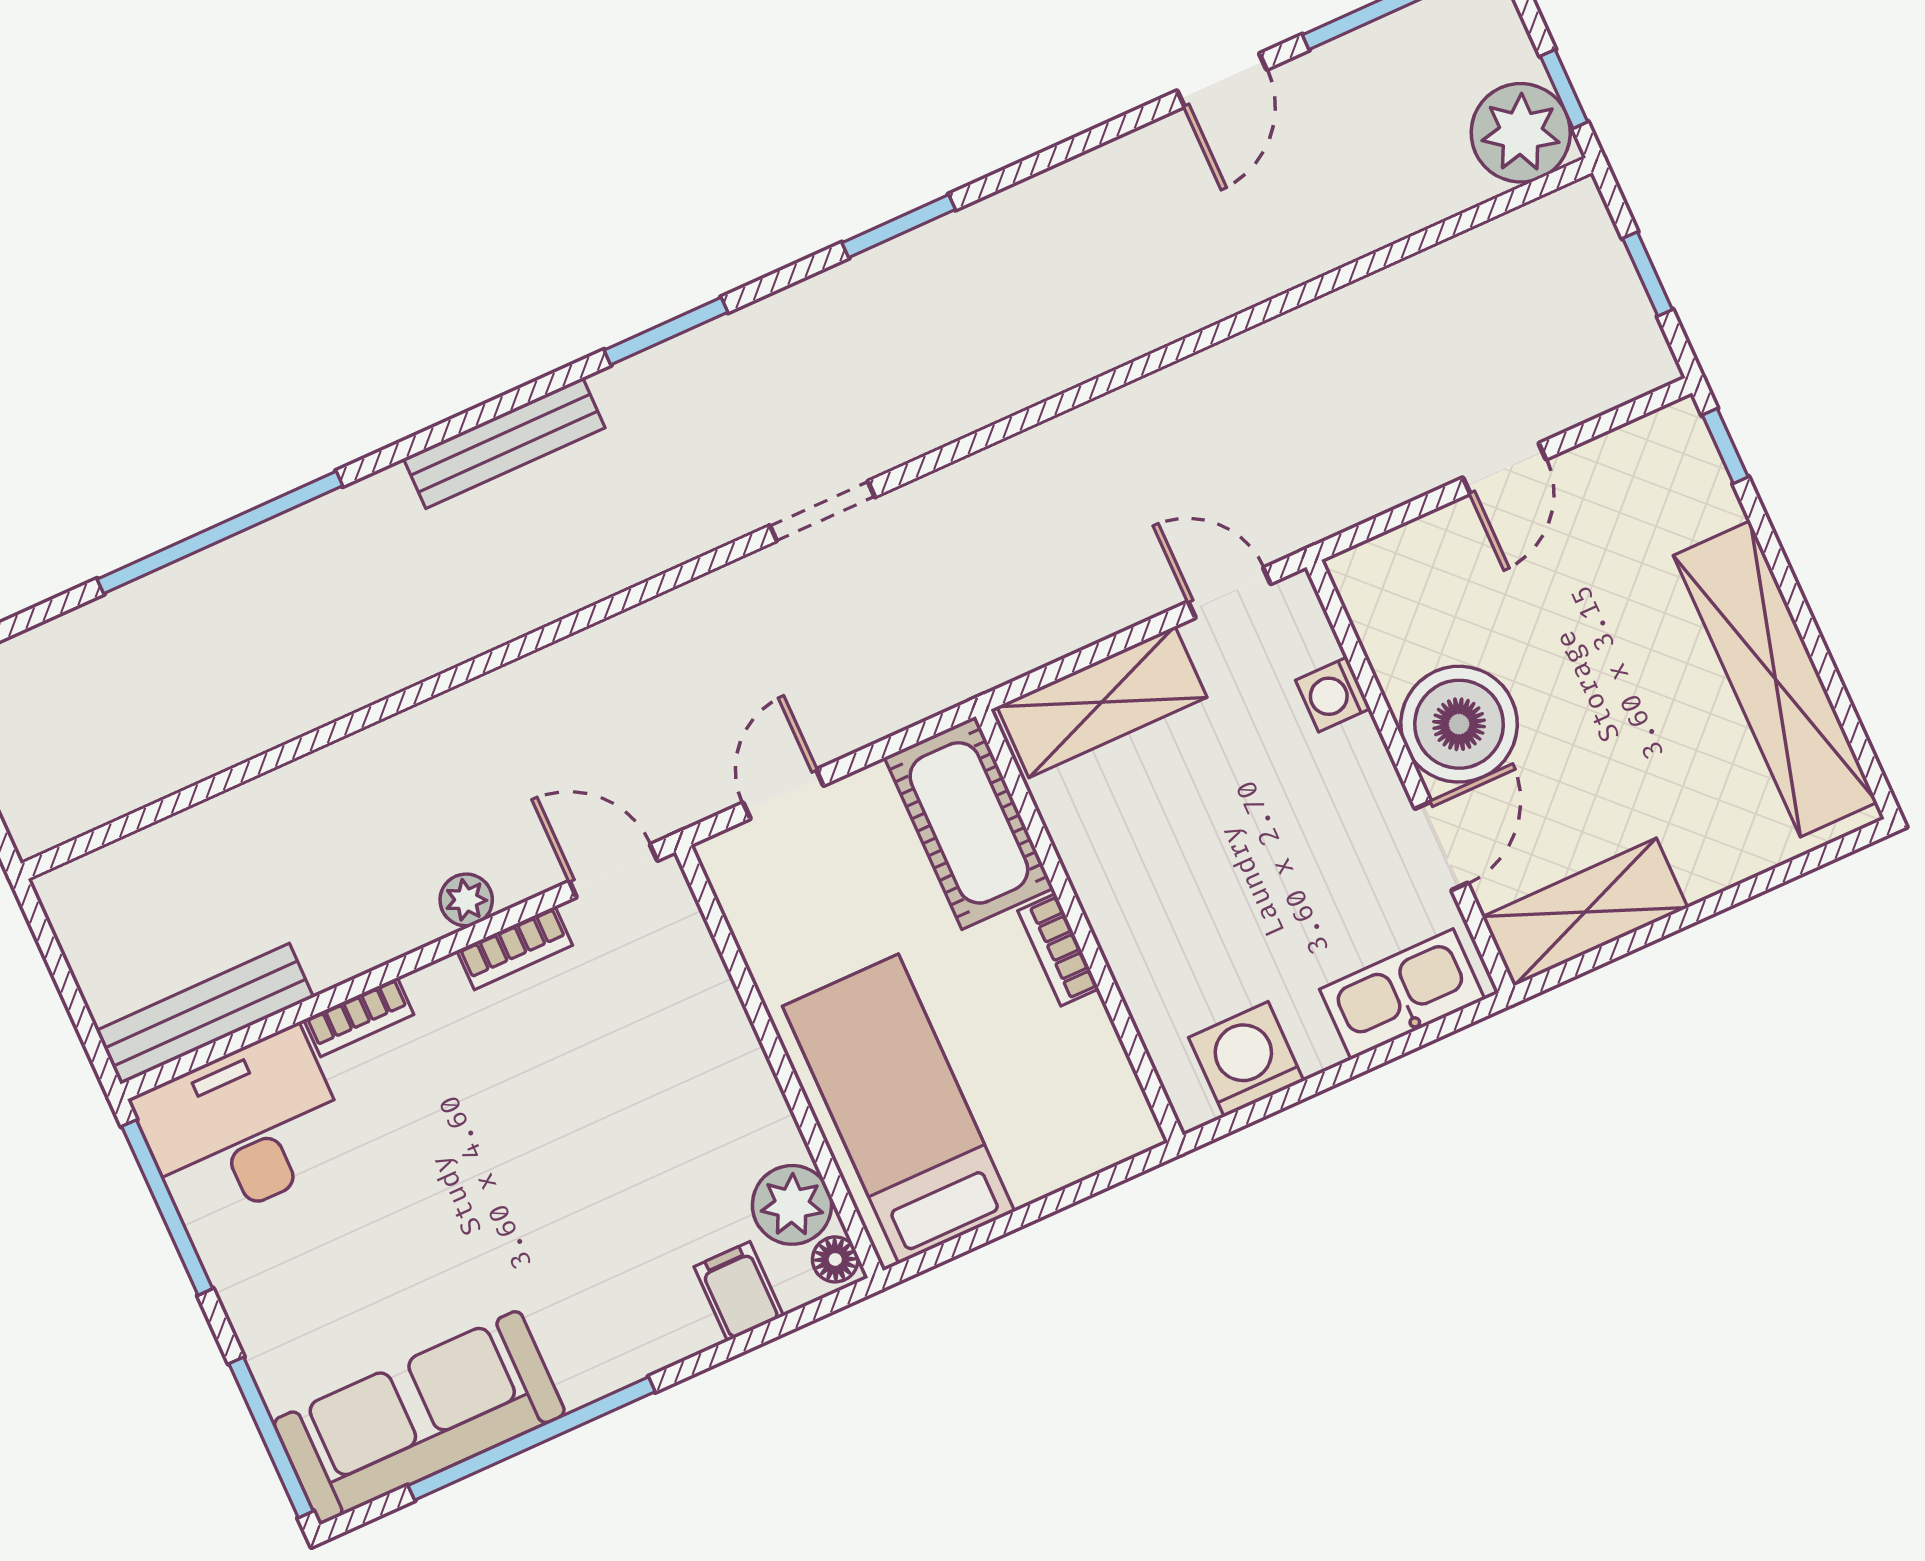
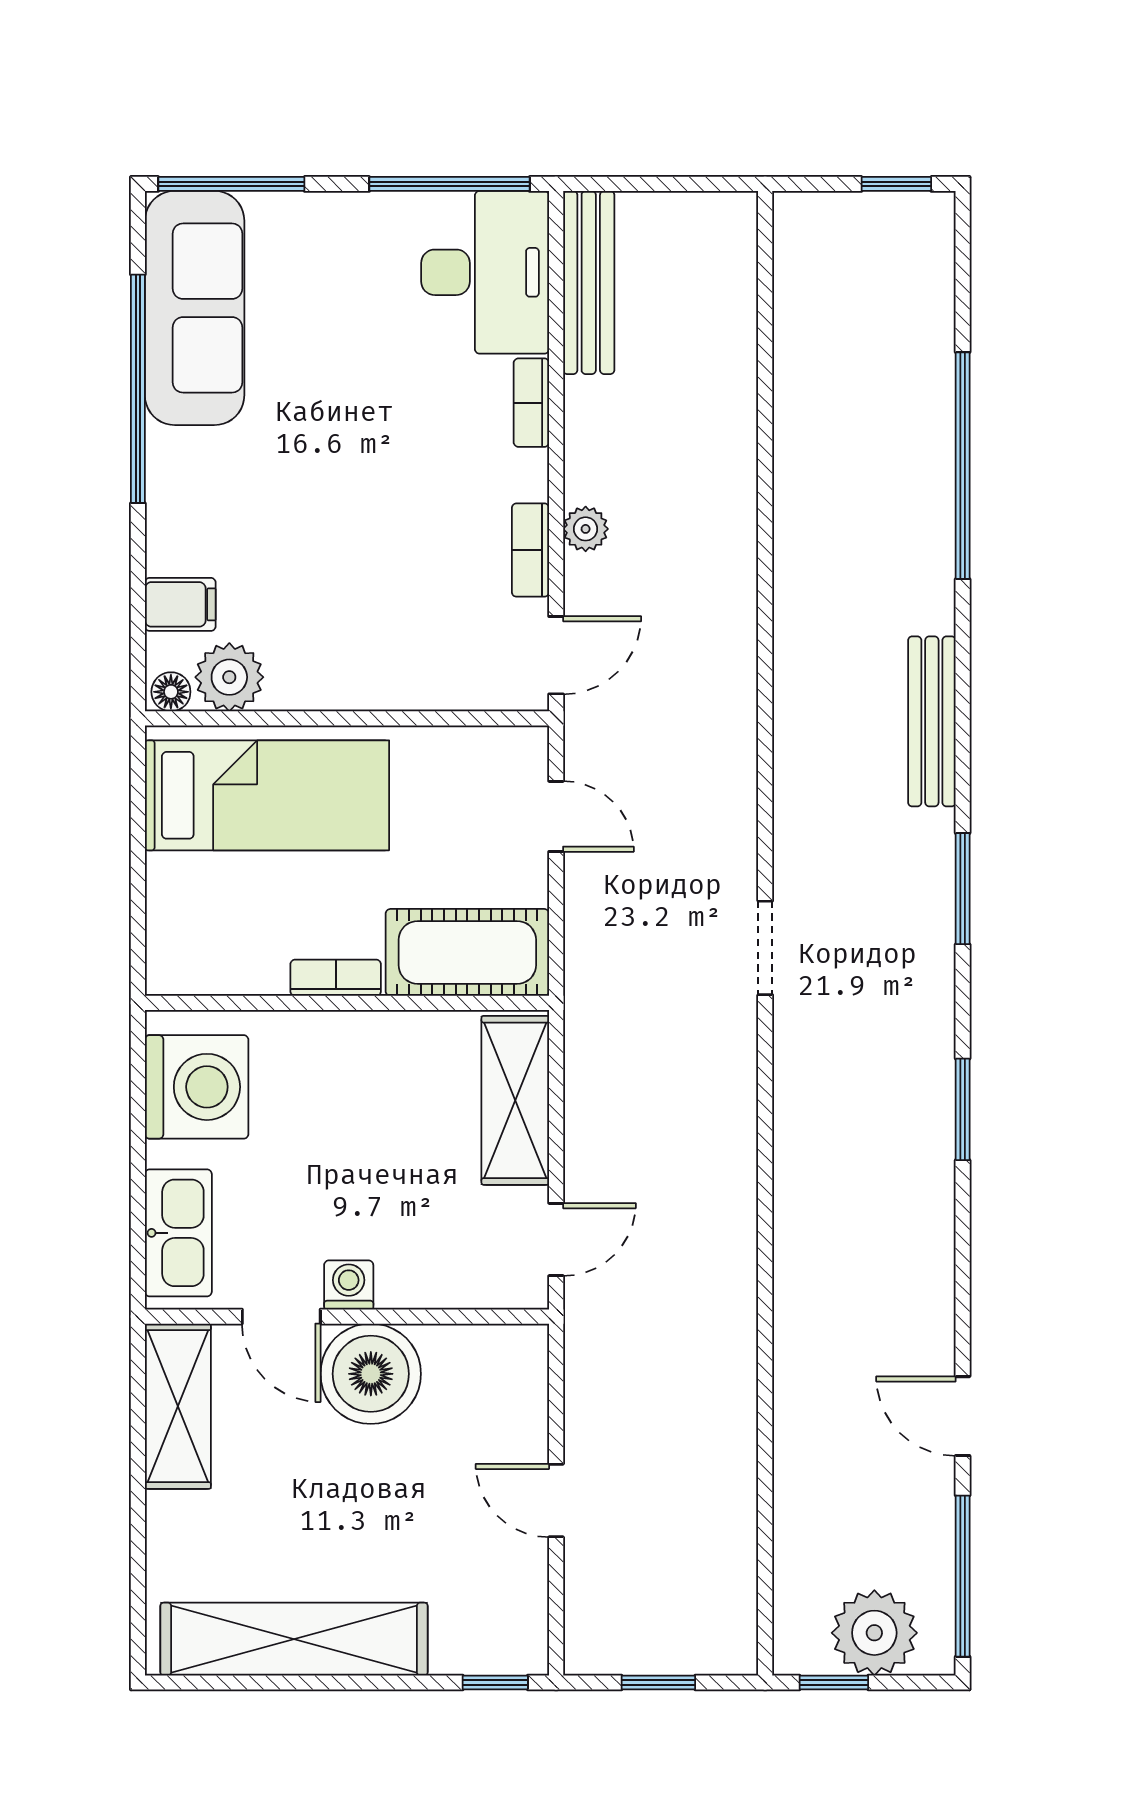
plant: (1521, 133) -> (874, 1633), moved
washing machine: (1333, 694) -> (349, 1285), moved
washing machine: (1246, 1059) -> (197, 1087), width x1.37, depth x1.37

